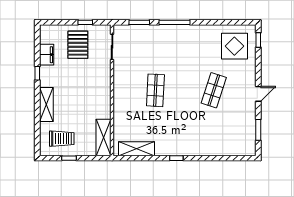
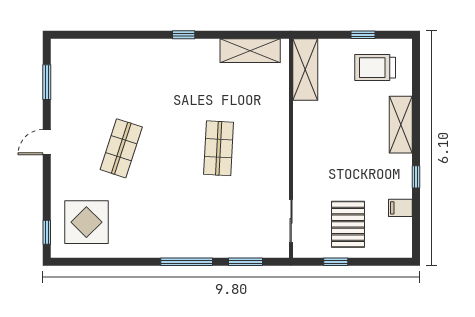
filing cabinet: (47, 55) -> (400, 208), width x0.50

